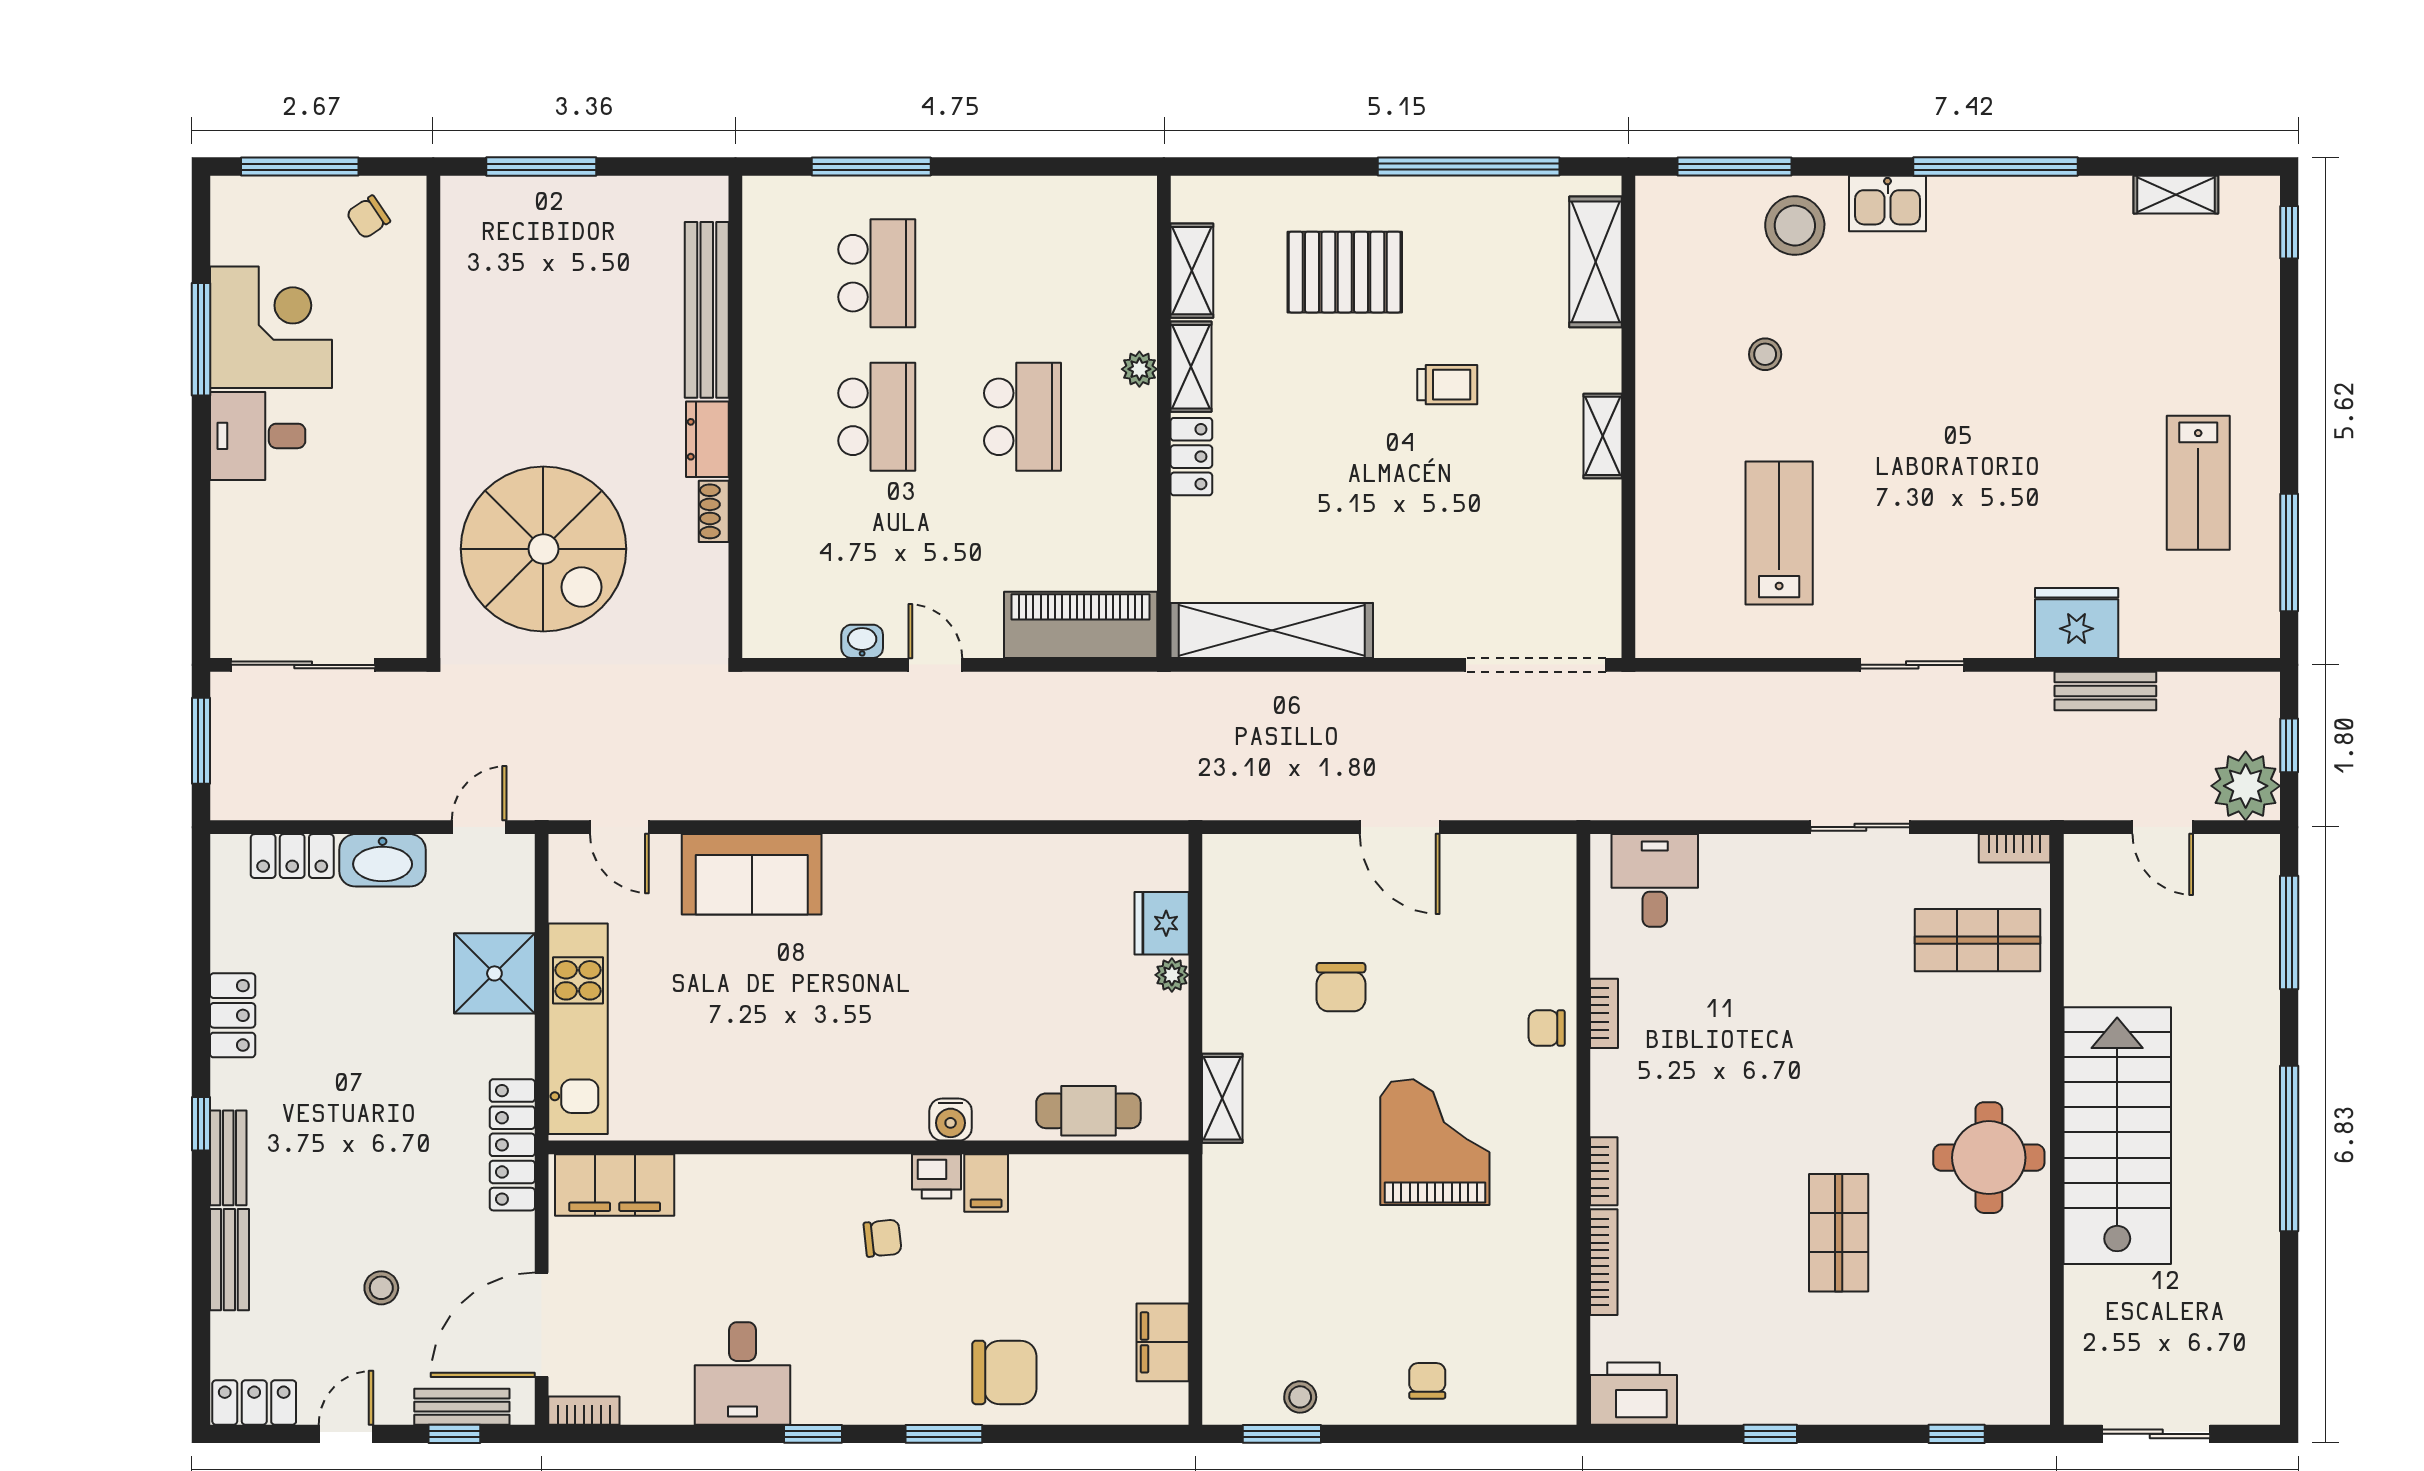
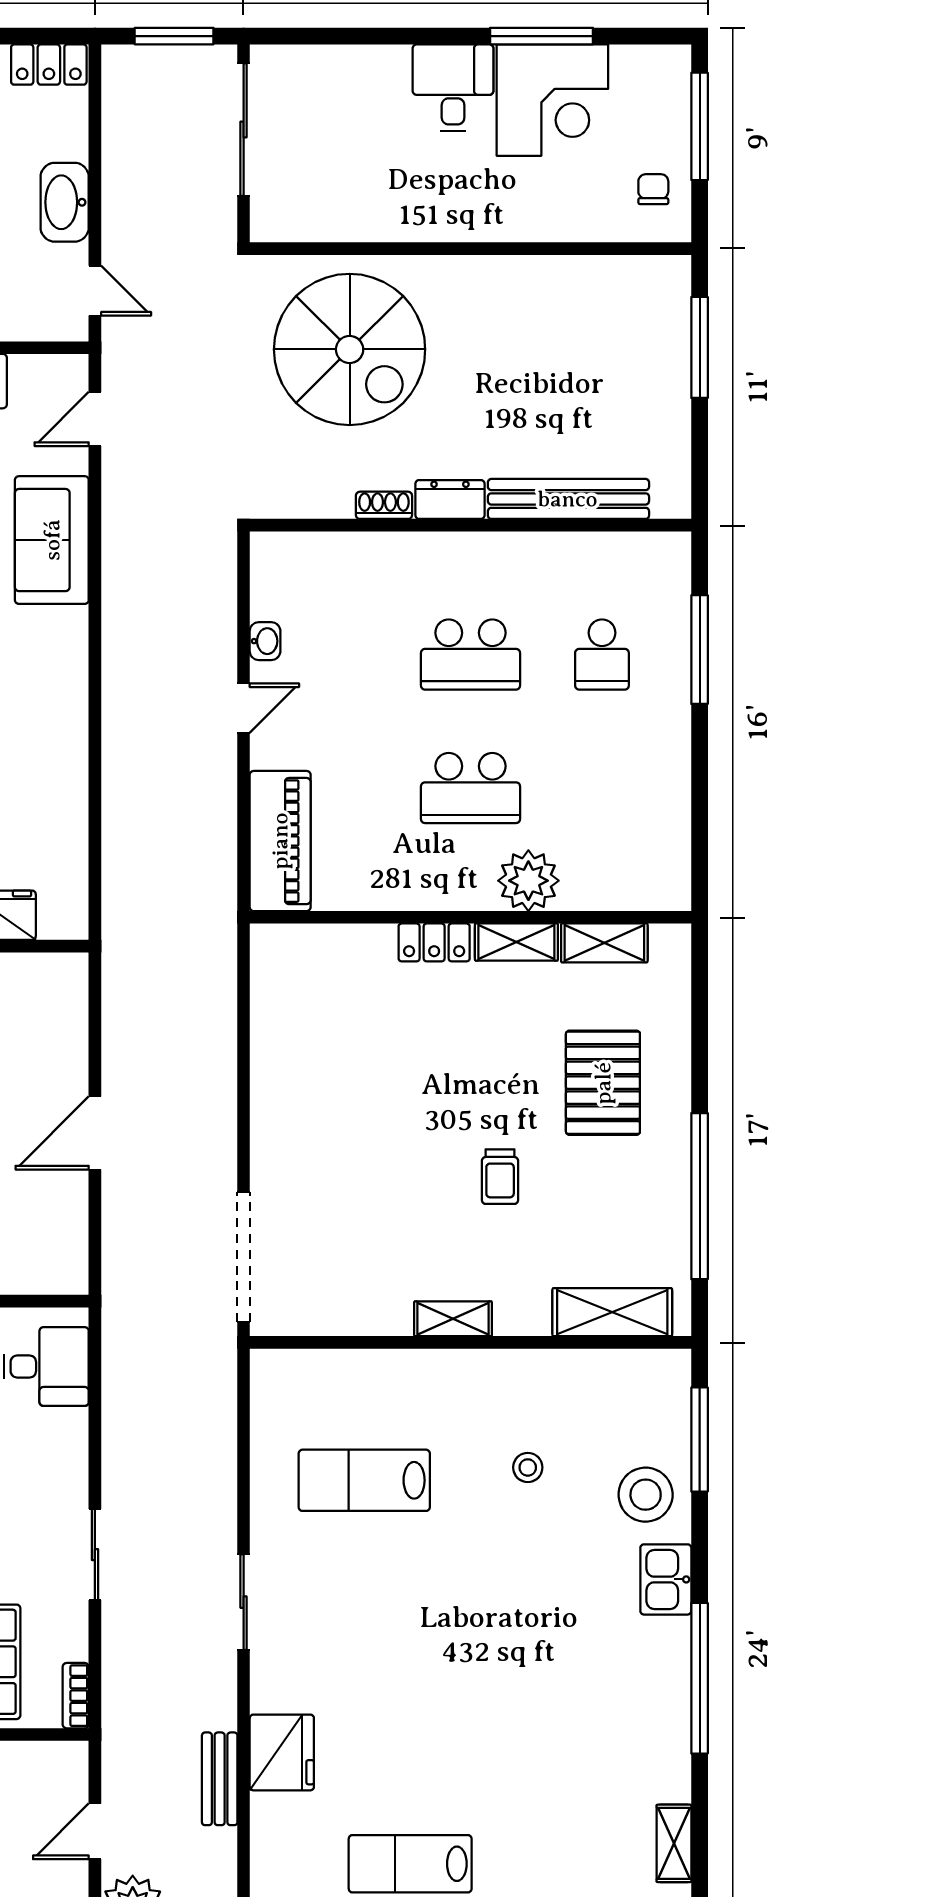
chair: (368, 217) -> (653, 189), turned 34
school desk: (877, 273) -> (602, 655), width x0.54
plant: (1139, 369) -> (528, 881), width x1.88, depth x1.88
lab bench: (1779, 533) -> (364, 1480), turned 180
spiral stairs: (543, 549) -> (350, 349), turned -90
shelving: (1272, 631) -> (275, 1016), removed
locker: (292, 856) -> (49, 65), moved, turned -90

